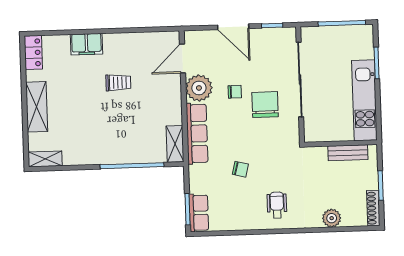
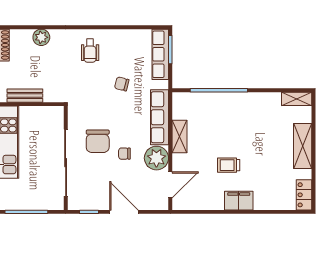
filing cabinet: (87, 44) -> (239, 201), moved
shelving: (175, 144) -> (180, 137), moved
row of seats: (199, 213) -> (160, 54), width x1.48

